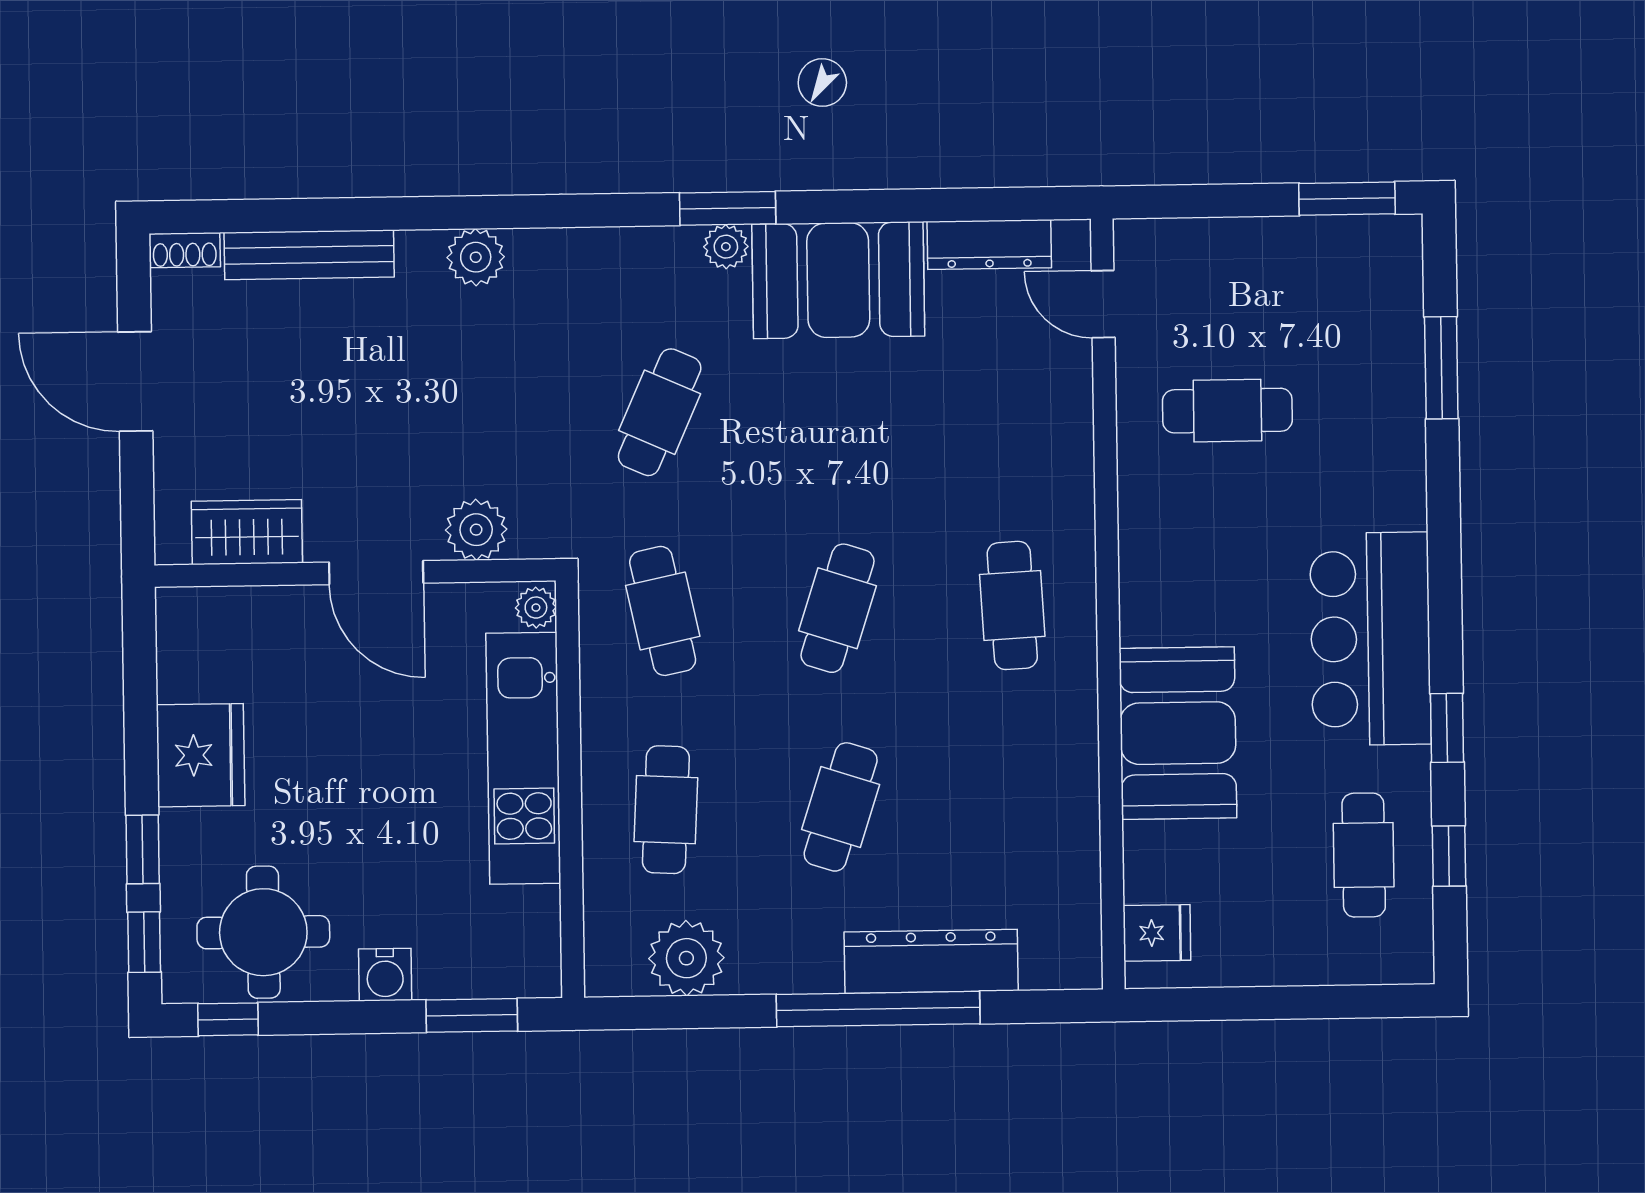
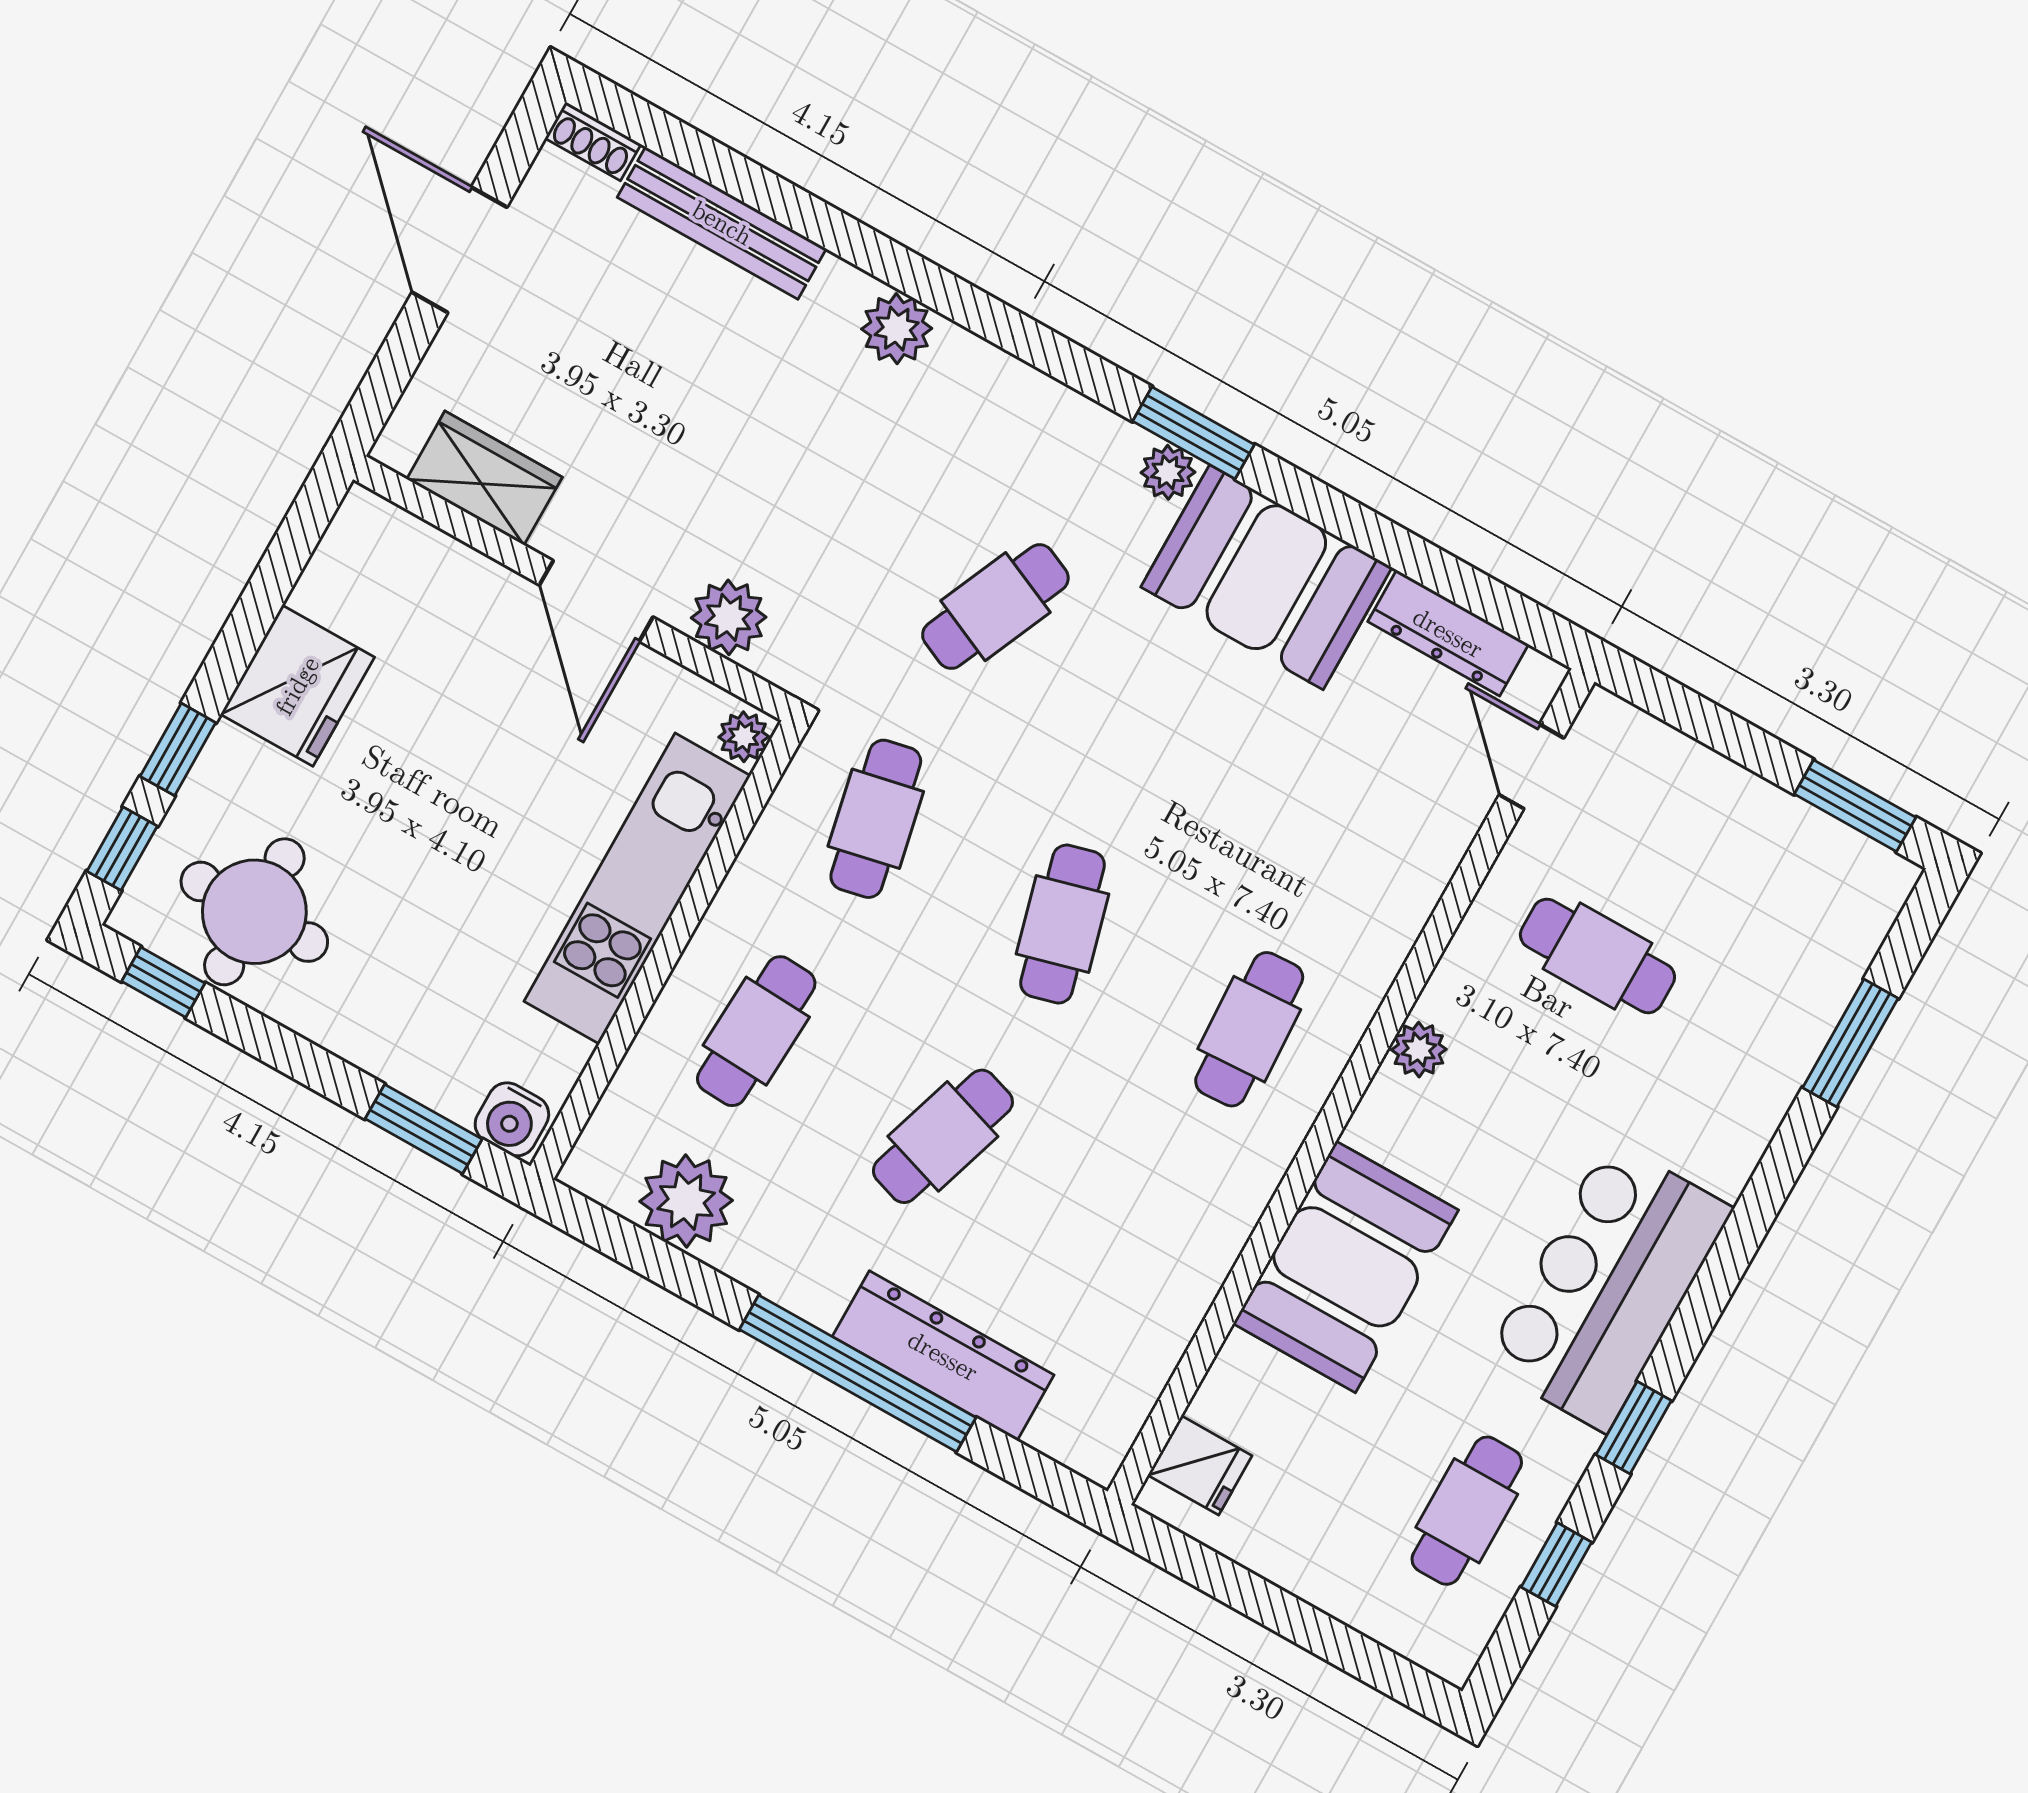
plant: (1140, 550) -> (1419, 1050), added
cafe table: (837, 608) -> (1063, 924), turned -33
water cooler: (385, 975) -> (512, 1119), moved

